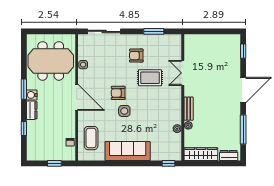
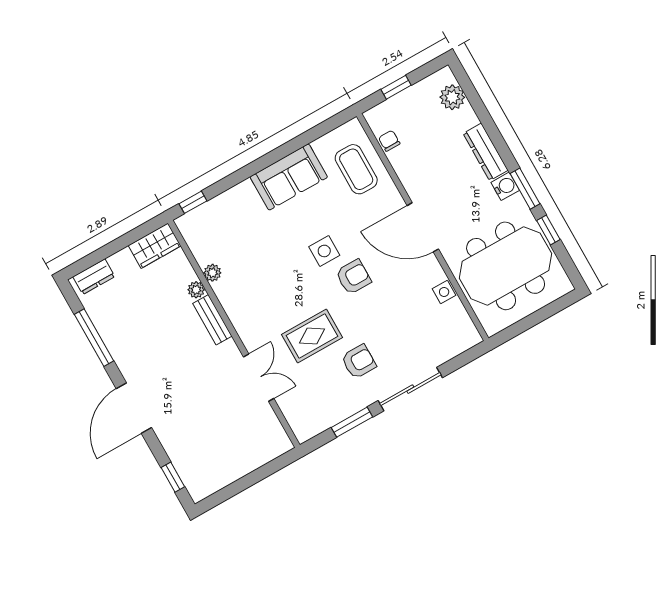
sliding door: (104, 31) -> (410, 389), moved
dresser: (32, 110) -> (486, 152), width x1.44
window: (24, 129) -> (548, 230), moved
plant: (33, 146) -> (452, 97), added
sofa: (128, 151) -> (289, 177), width x0.73
wardrobe: (201, 154) -> (155, 246), width x0.67

